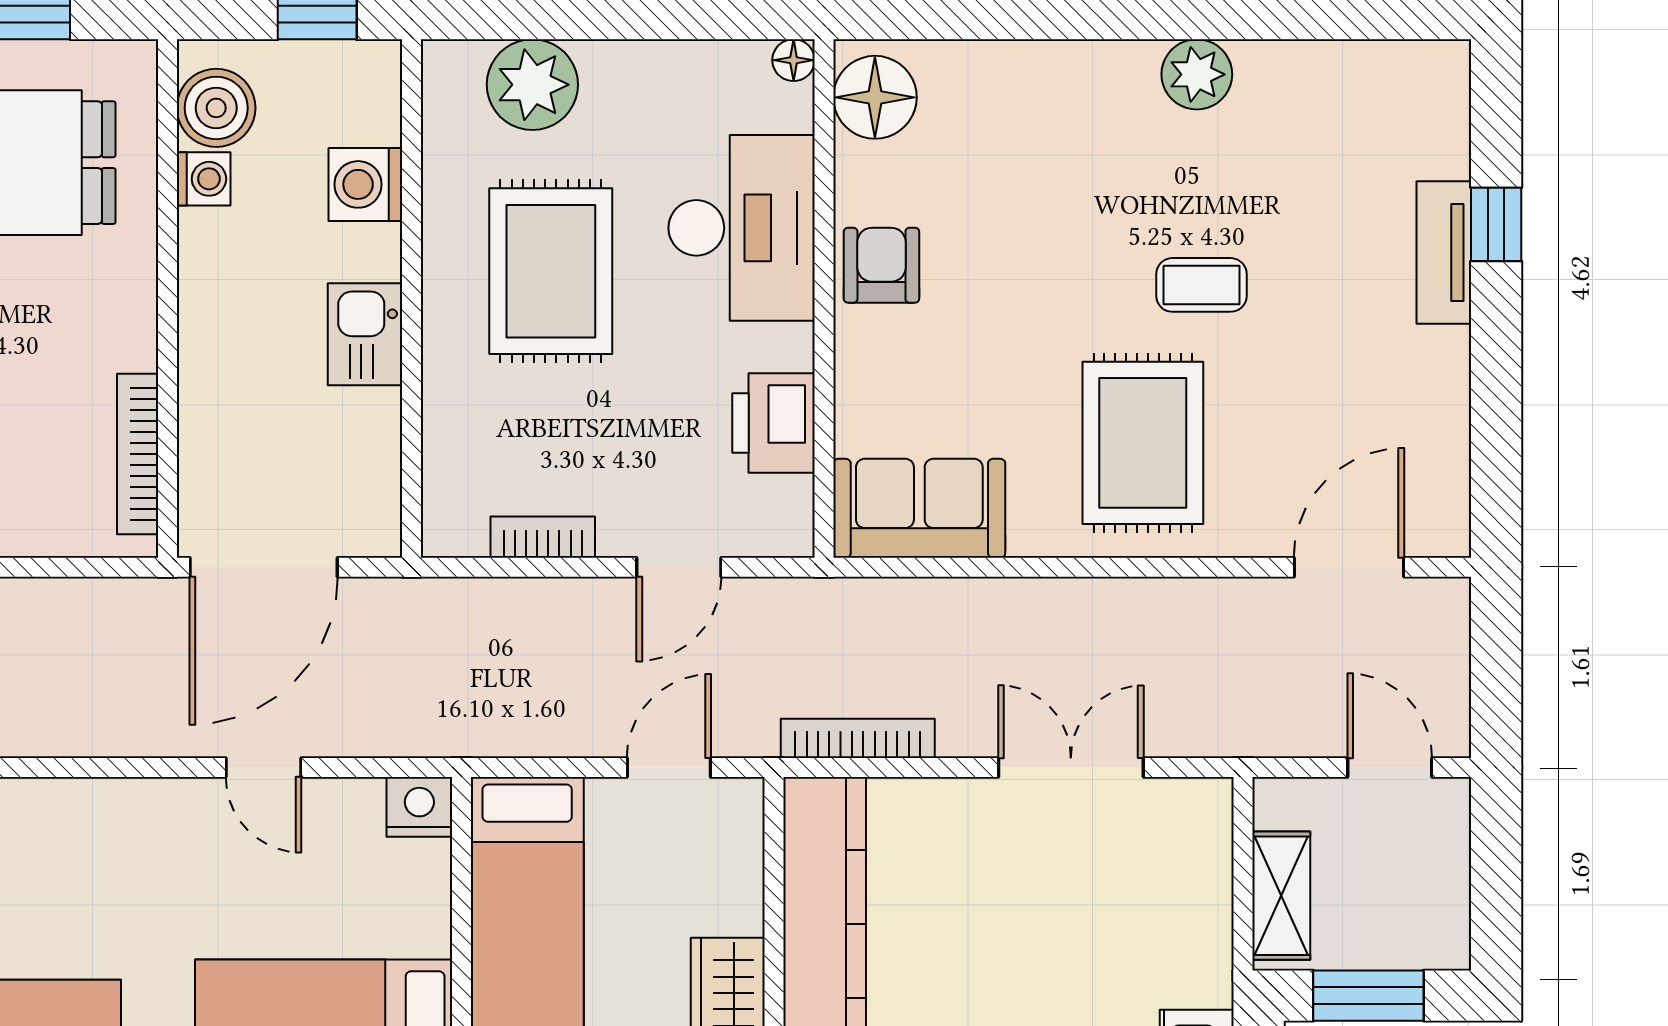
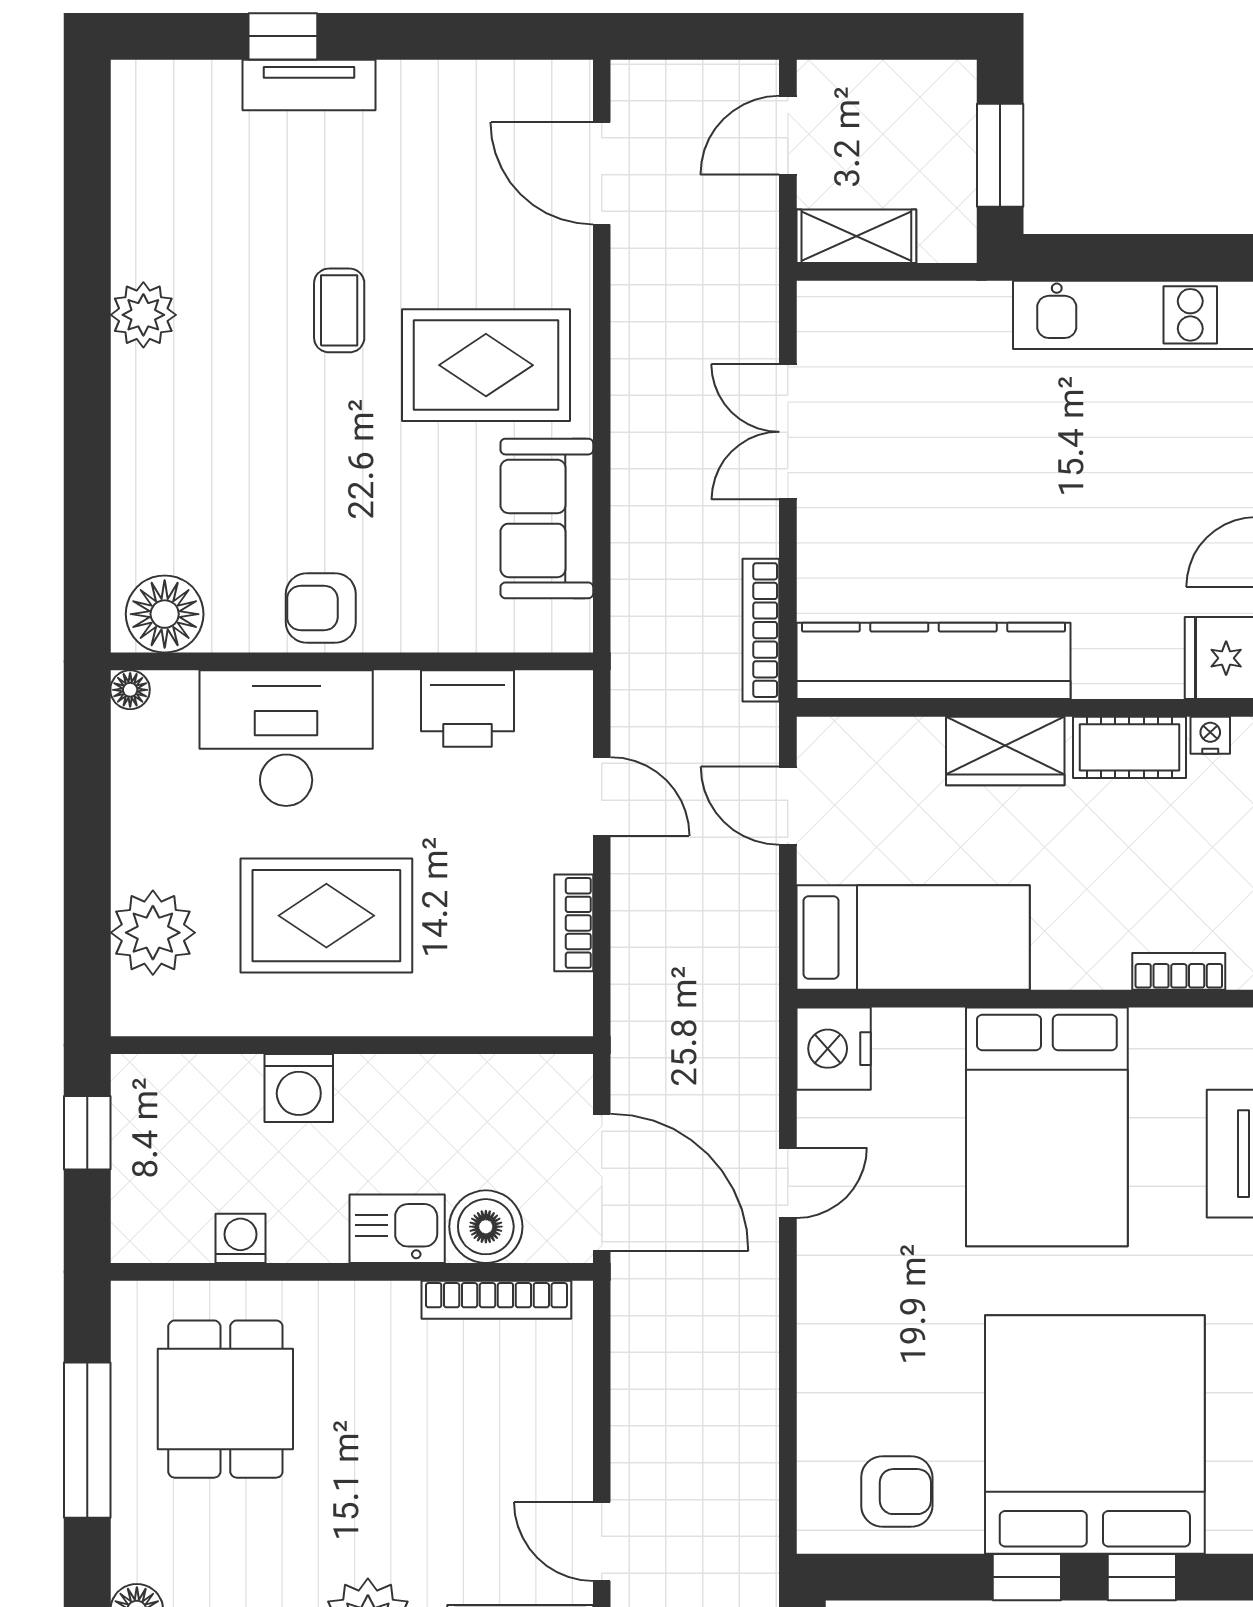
boiler: (216, 108) -> (486, 1227), moved
washing machine: (365, 184) -> (299, 1088), moved
kitchen sink: (365, 334) -> (397, 1229), moved, turned 180
sofa: (919, 508) -> (547, 518), moved
nightstand: (419, 807) -> (834, 1049), width x1.36, depth x1.33
shelving: (1281, 896) -> (856, 236), moved

